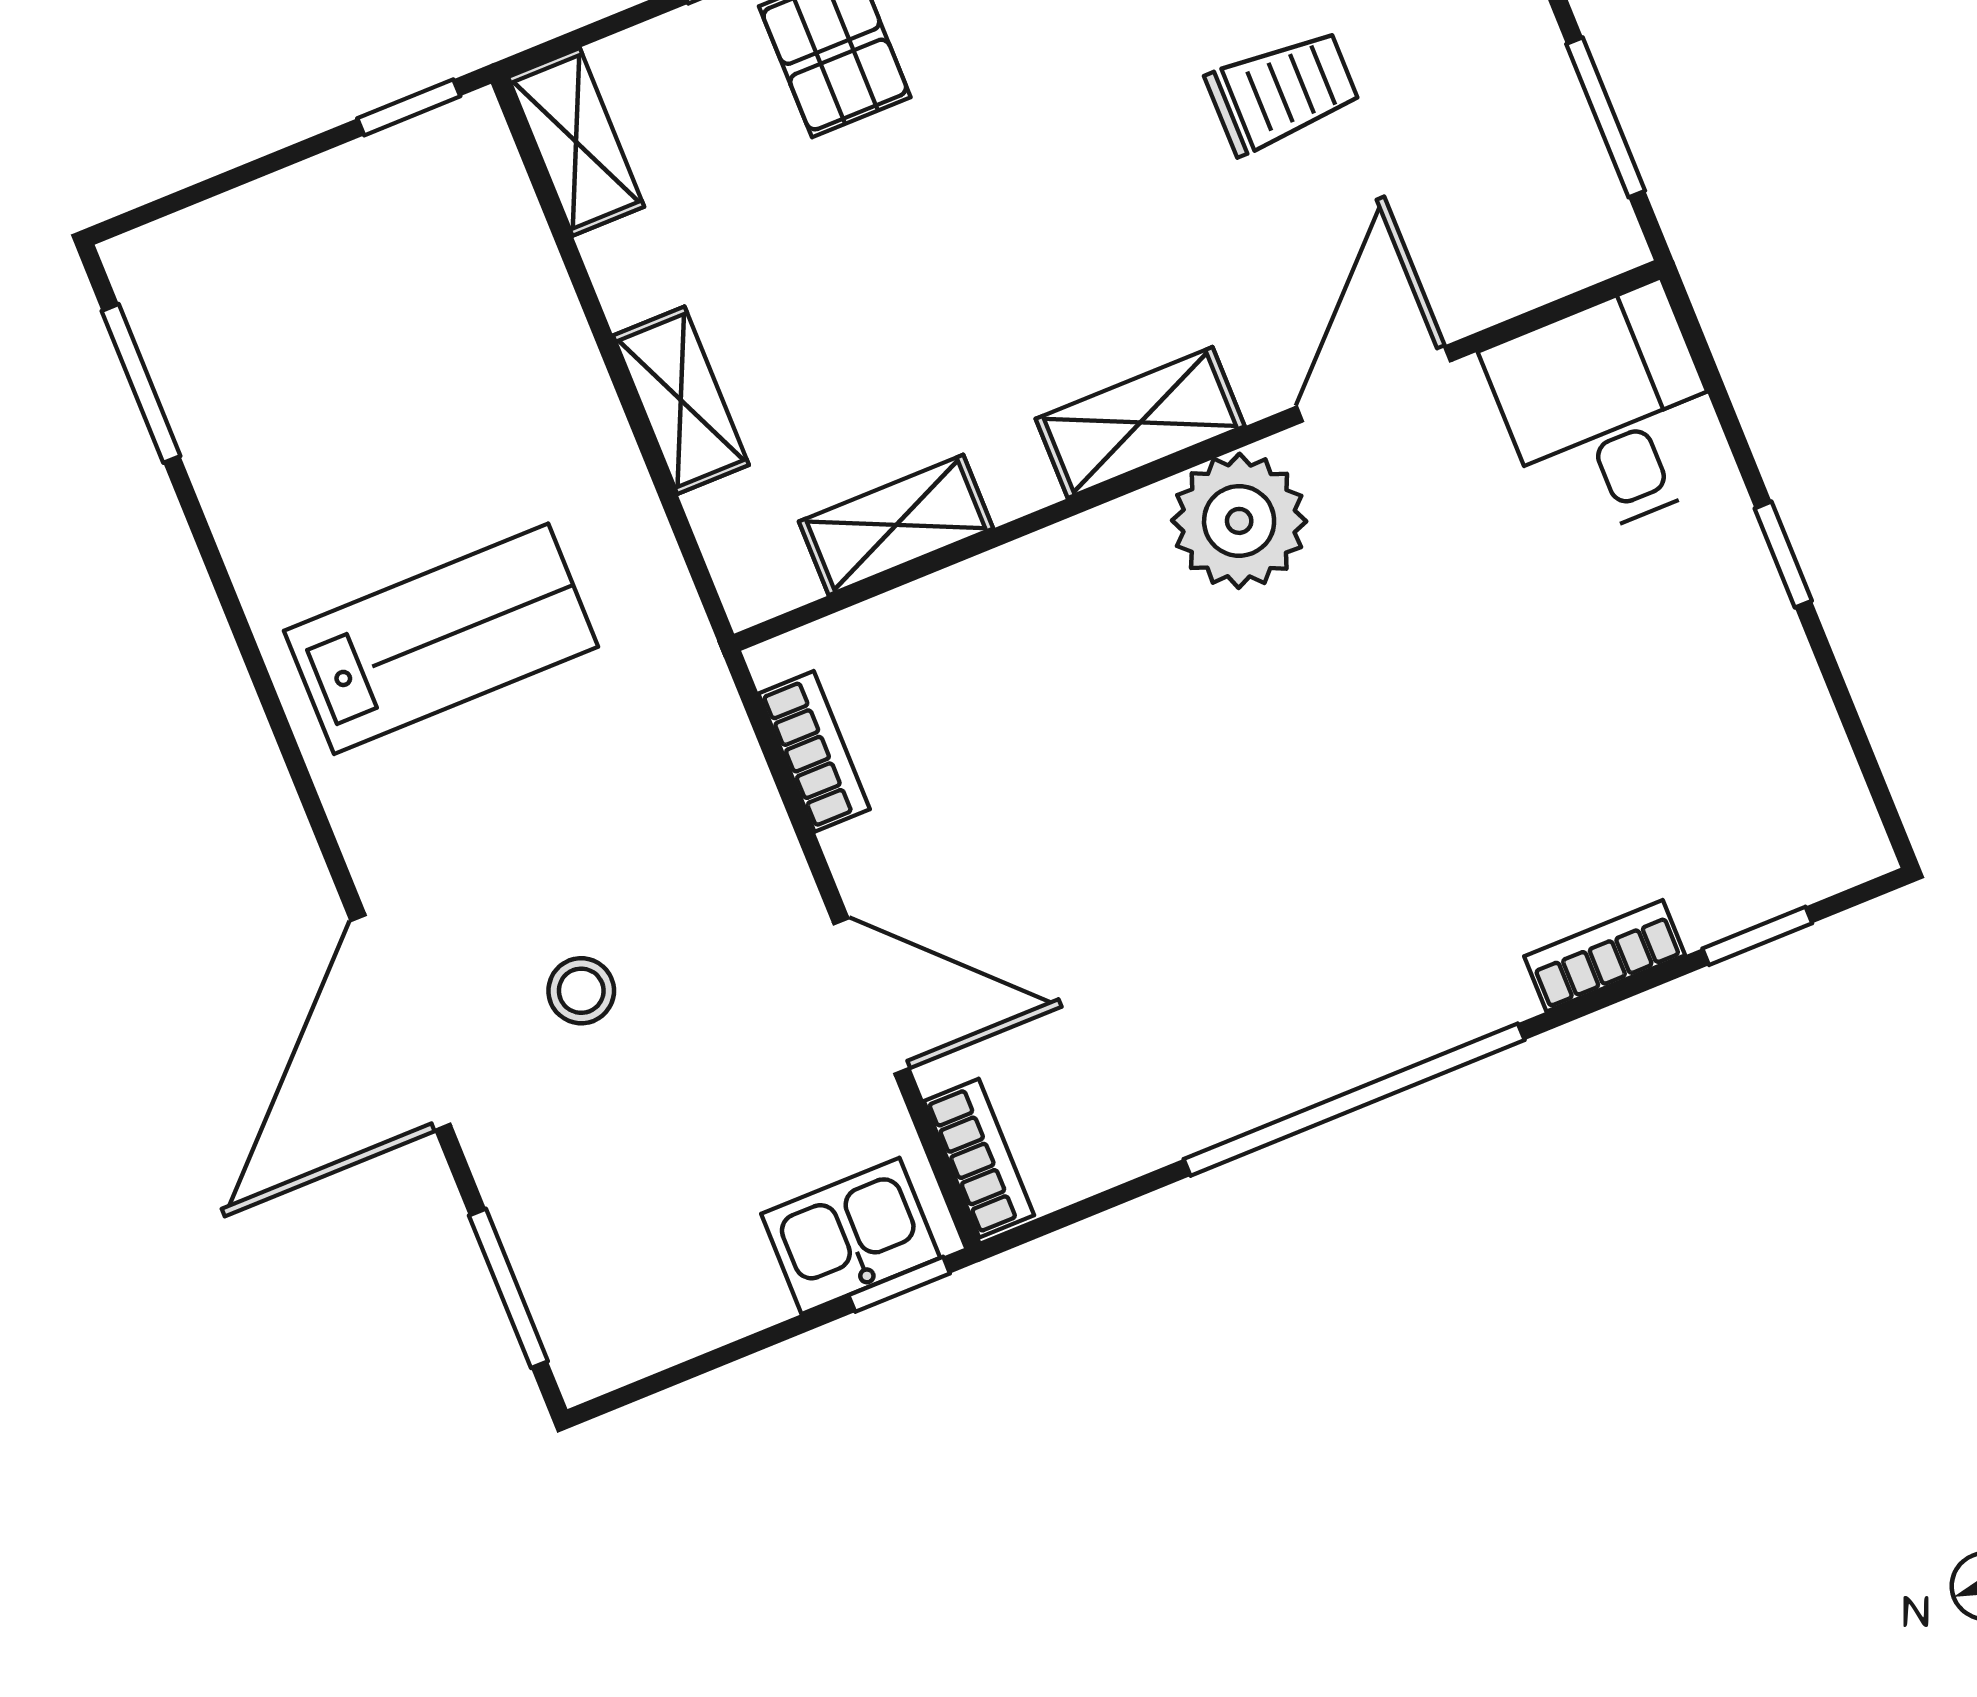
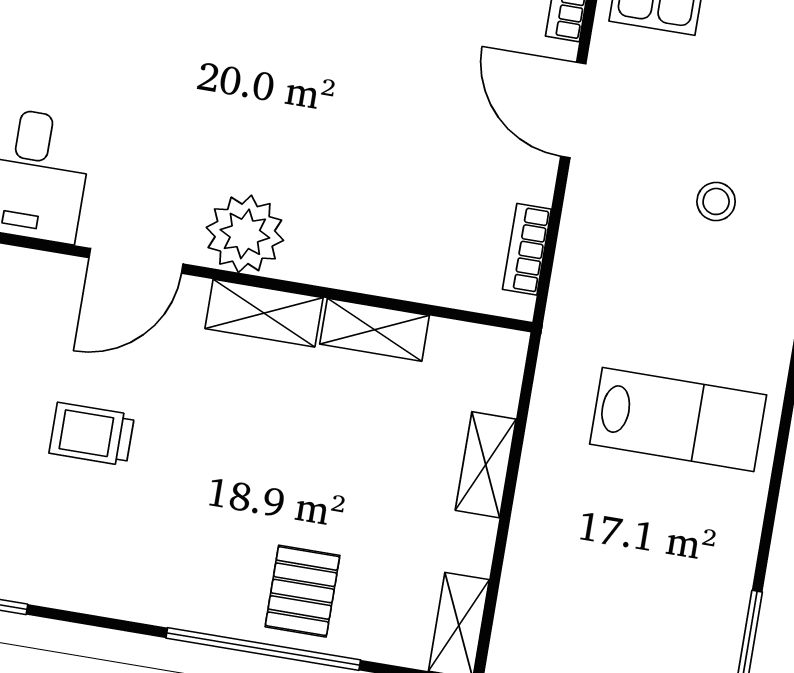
shelving: (896, 525) -> (375, 330), moved
lab bench: (441, 639) -> (678, 420), turned 180

